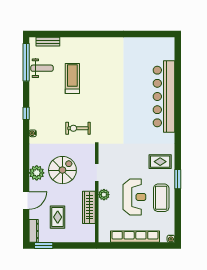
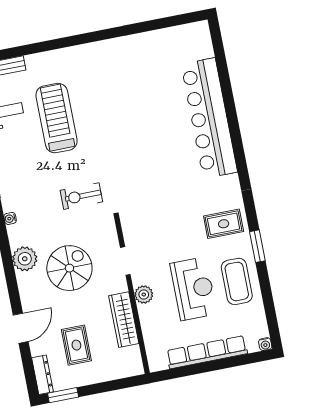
treadmill: (72, 78) -> (57, 118), width x1.37, depth x1.38
plant: (37, 173) -> (25, 259), moved

